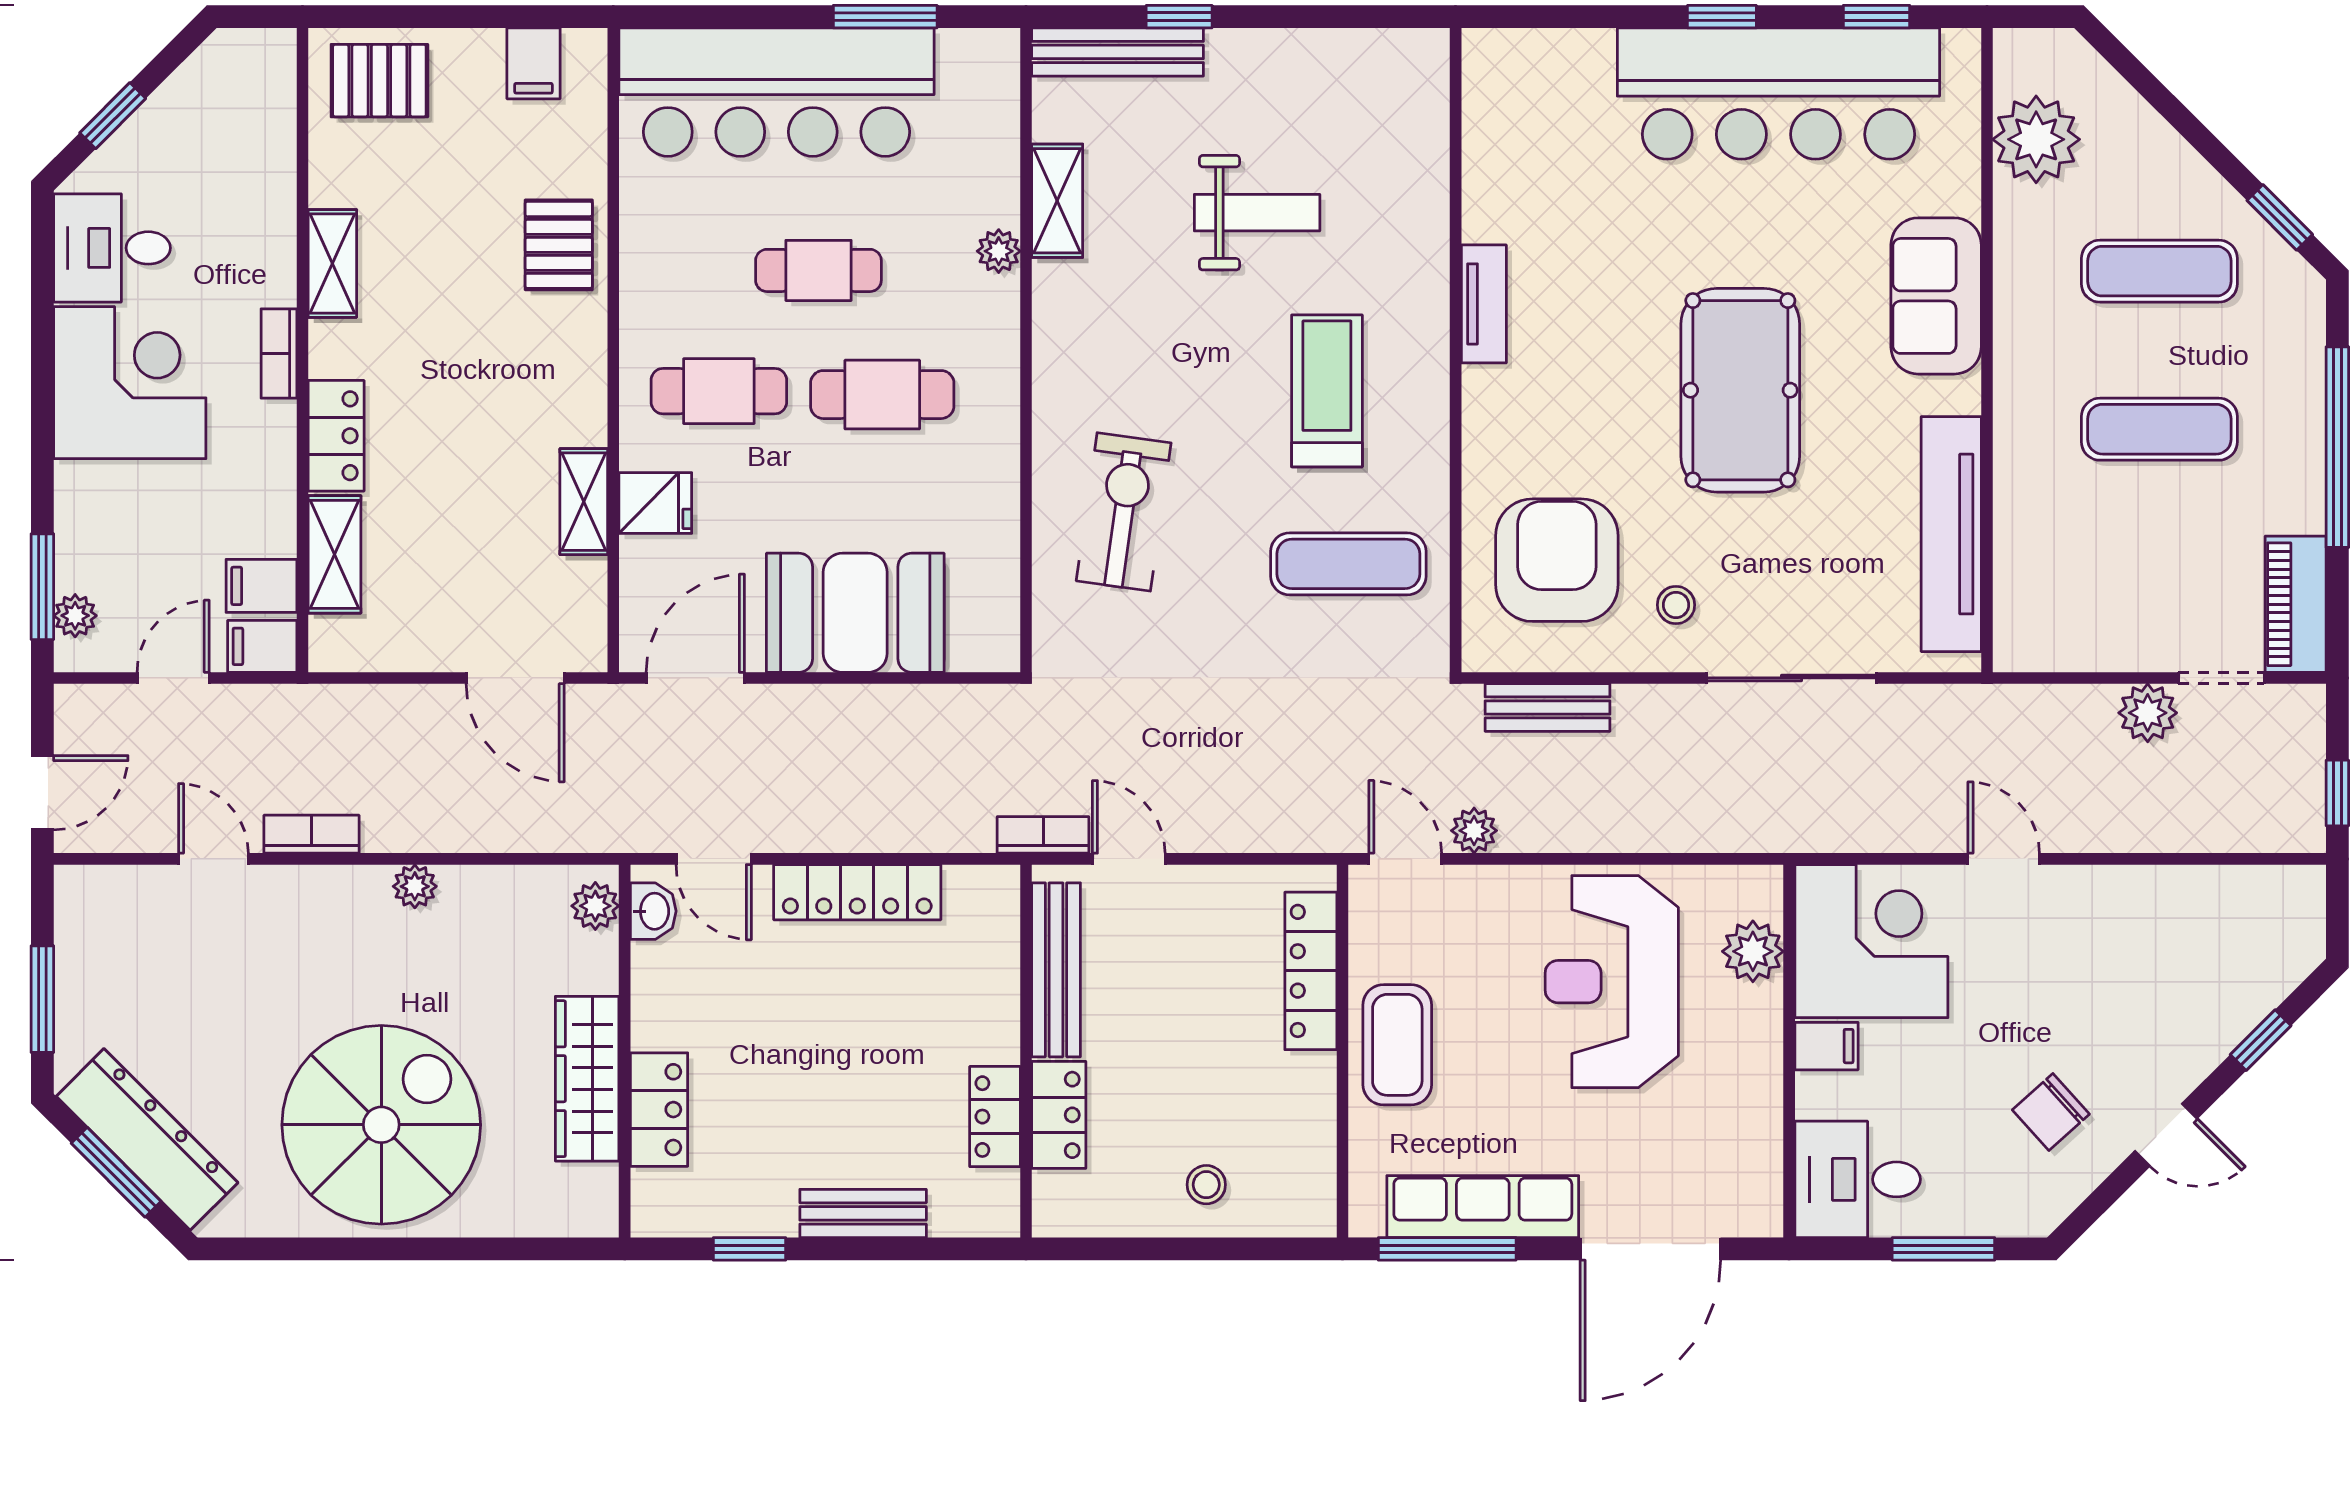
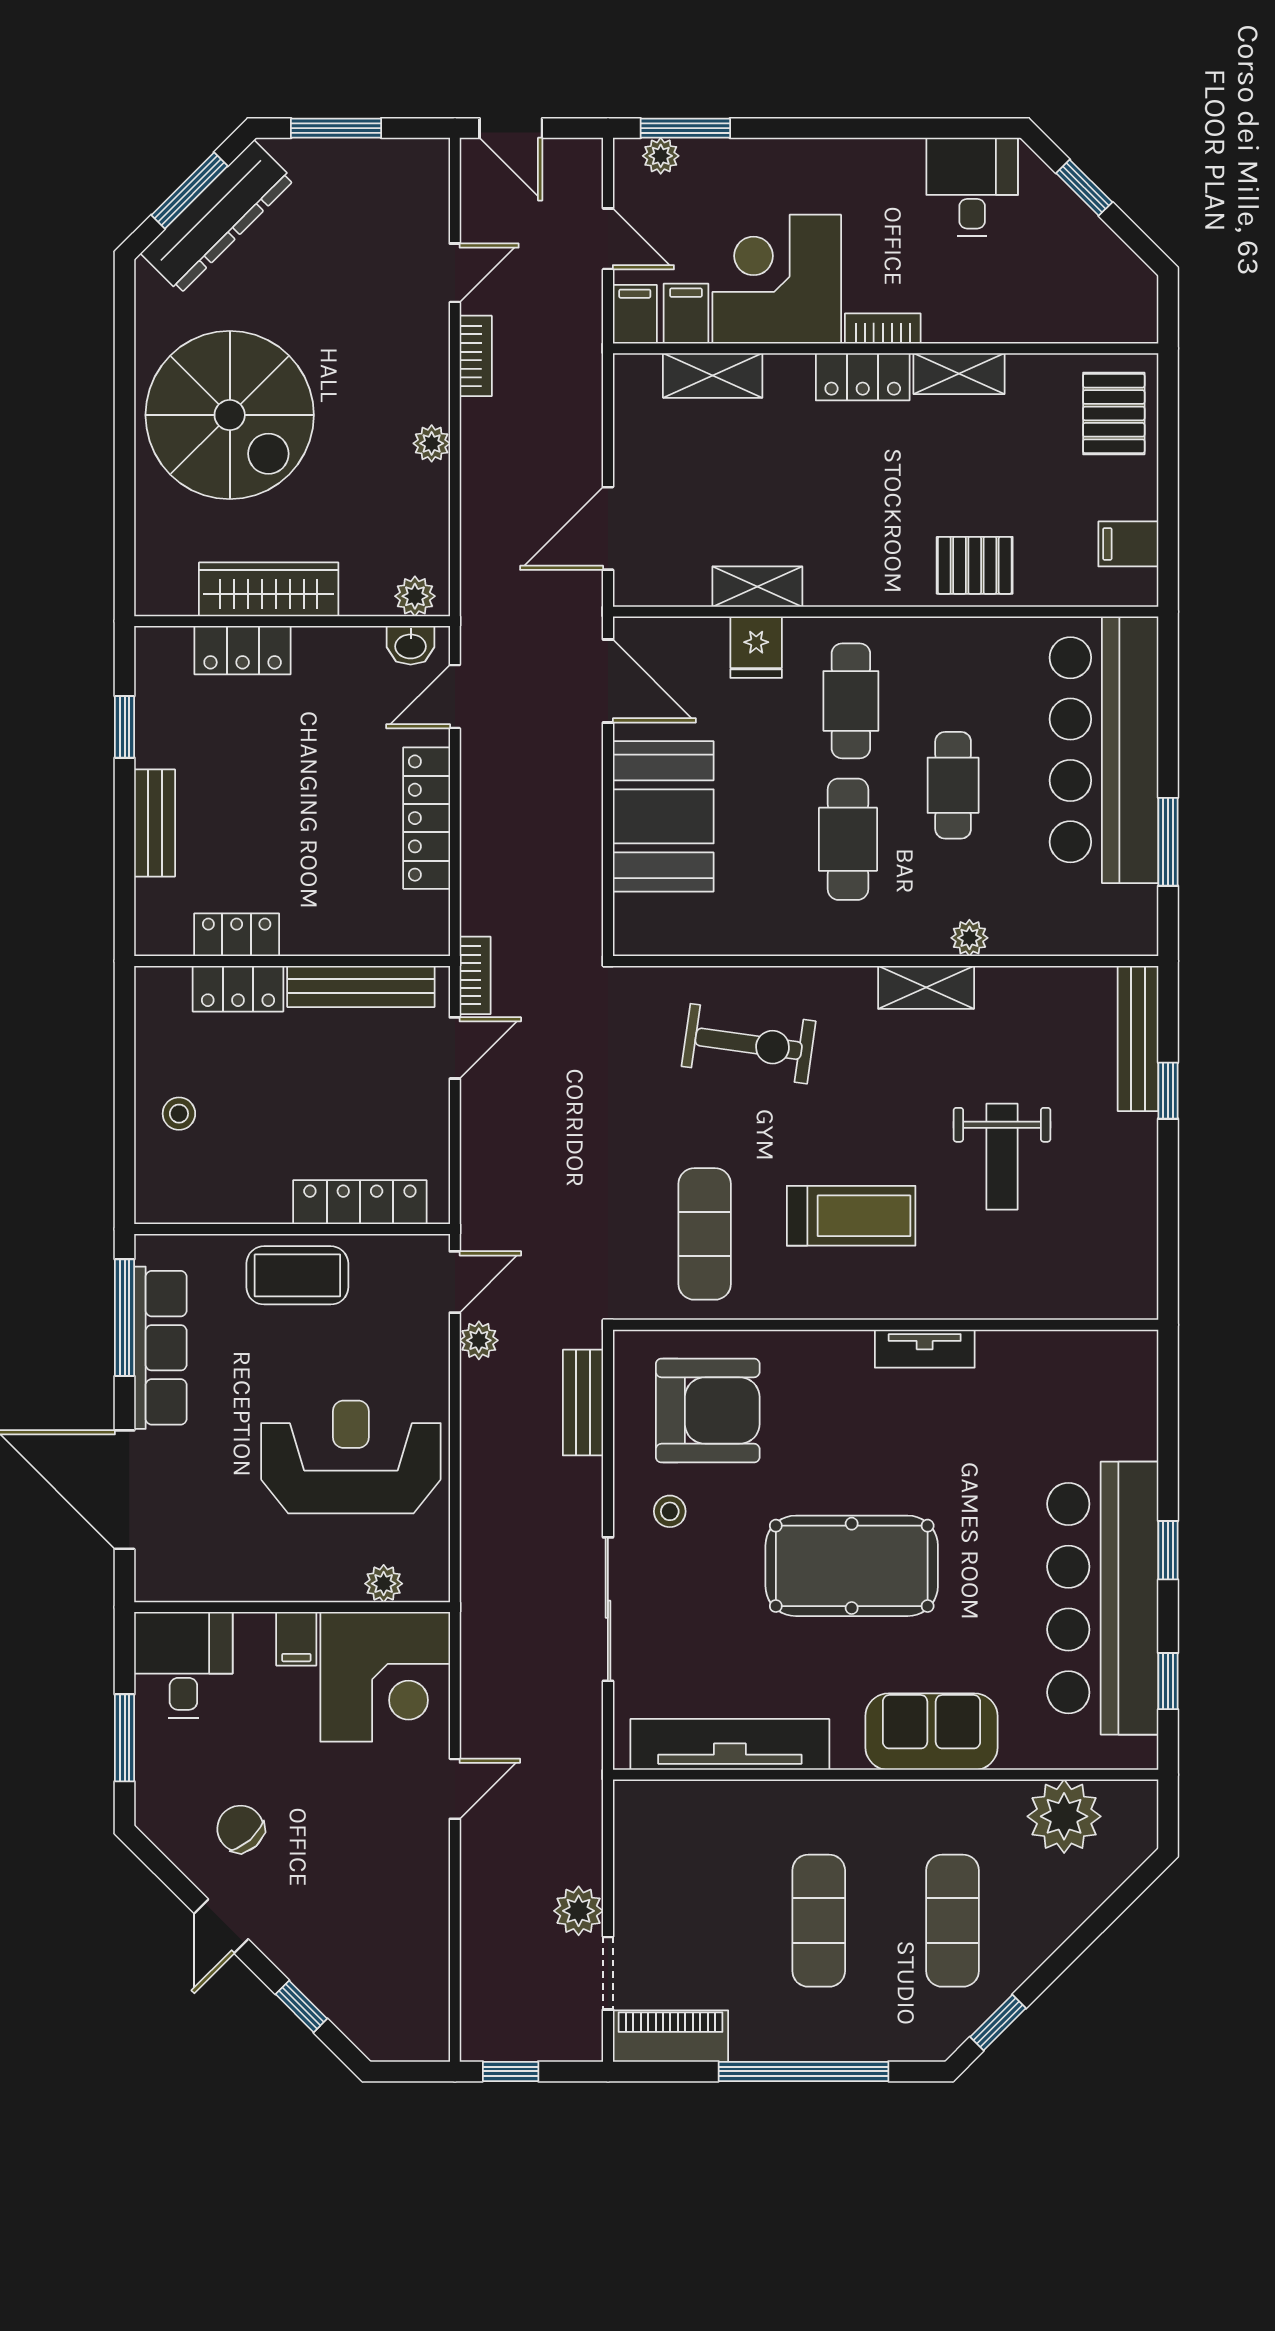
shelving: (1057, 201) -> (926, 987), moved
corner desk: (130, 383) -> (777, 279), moved, turned 180
locker: (336, 436) -> (863, 377), moved
plant: (1753, 951) -> (384, 1584), width x0.73, depth x0.73

